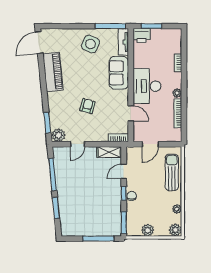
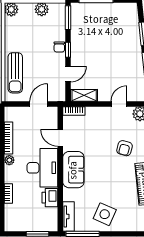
printer: (142, 36) -> (50, 198), moved, turned -90
sofa: (119, 73) -> (73, 170), moved
armchair: (87, 106) -> (125, 148), moved
plant: (177, 209) -> (10, 33), removed

